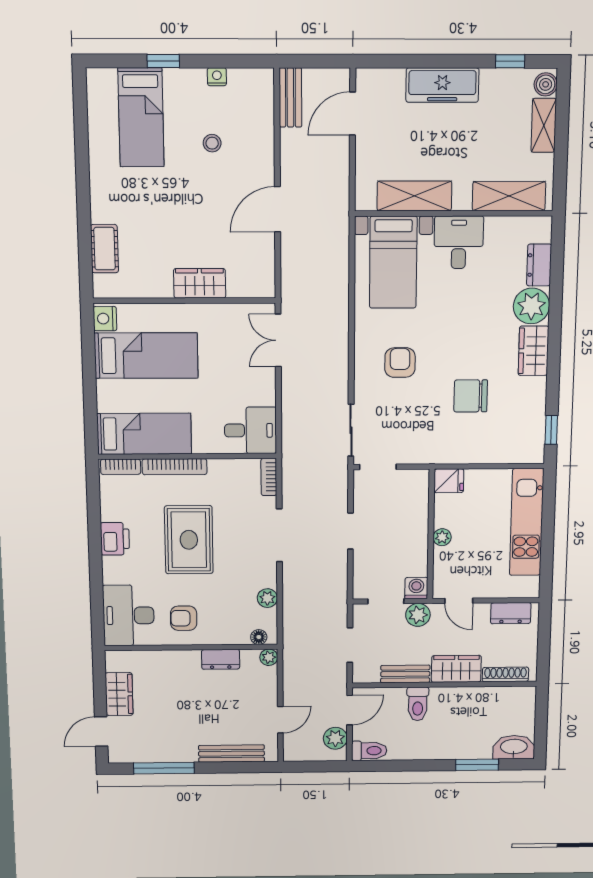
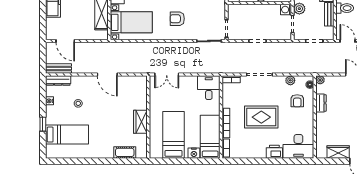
dresser: (263, 97) -> (58, 81), added
wardrobe: (200, 283) -> (140, 122), moved
nightstand: (105, 319) -> (194, 153), moved
printer: (115, 539) -> (274, 152), moved
armchair: (184, 618) -> (297, 101), moved

